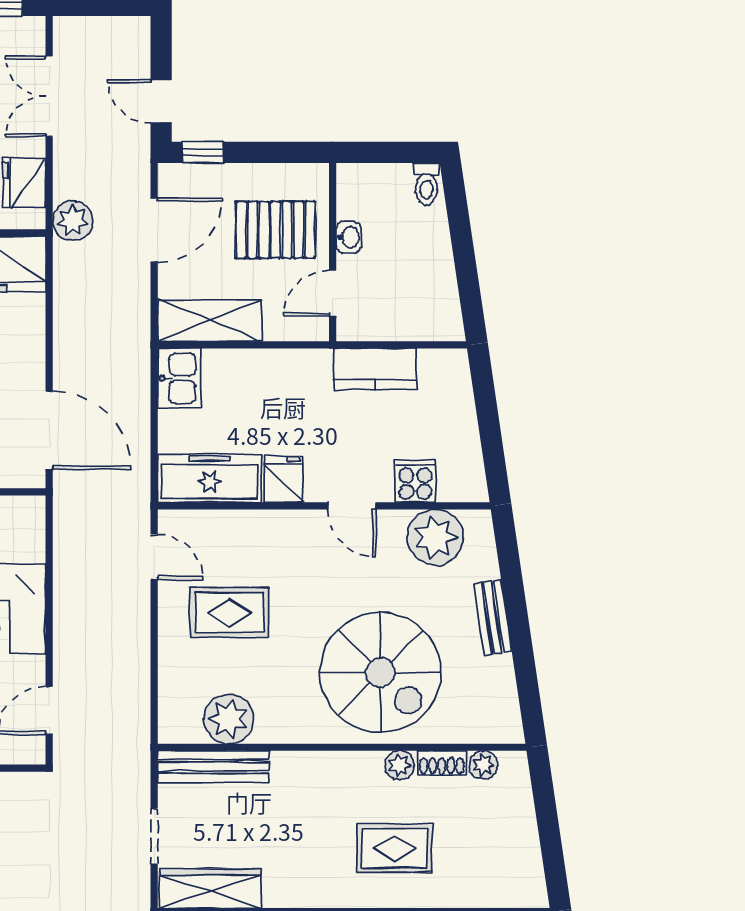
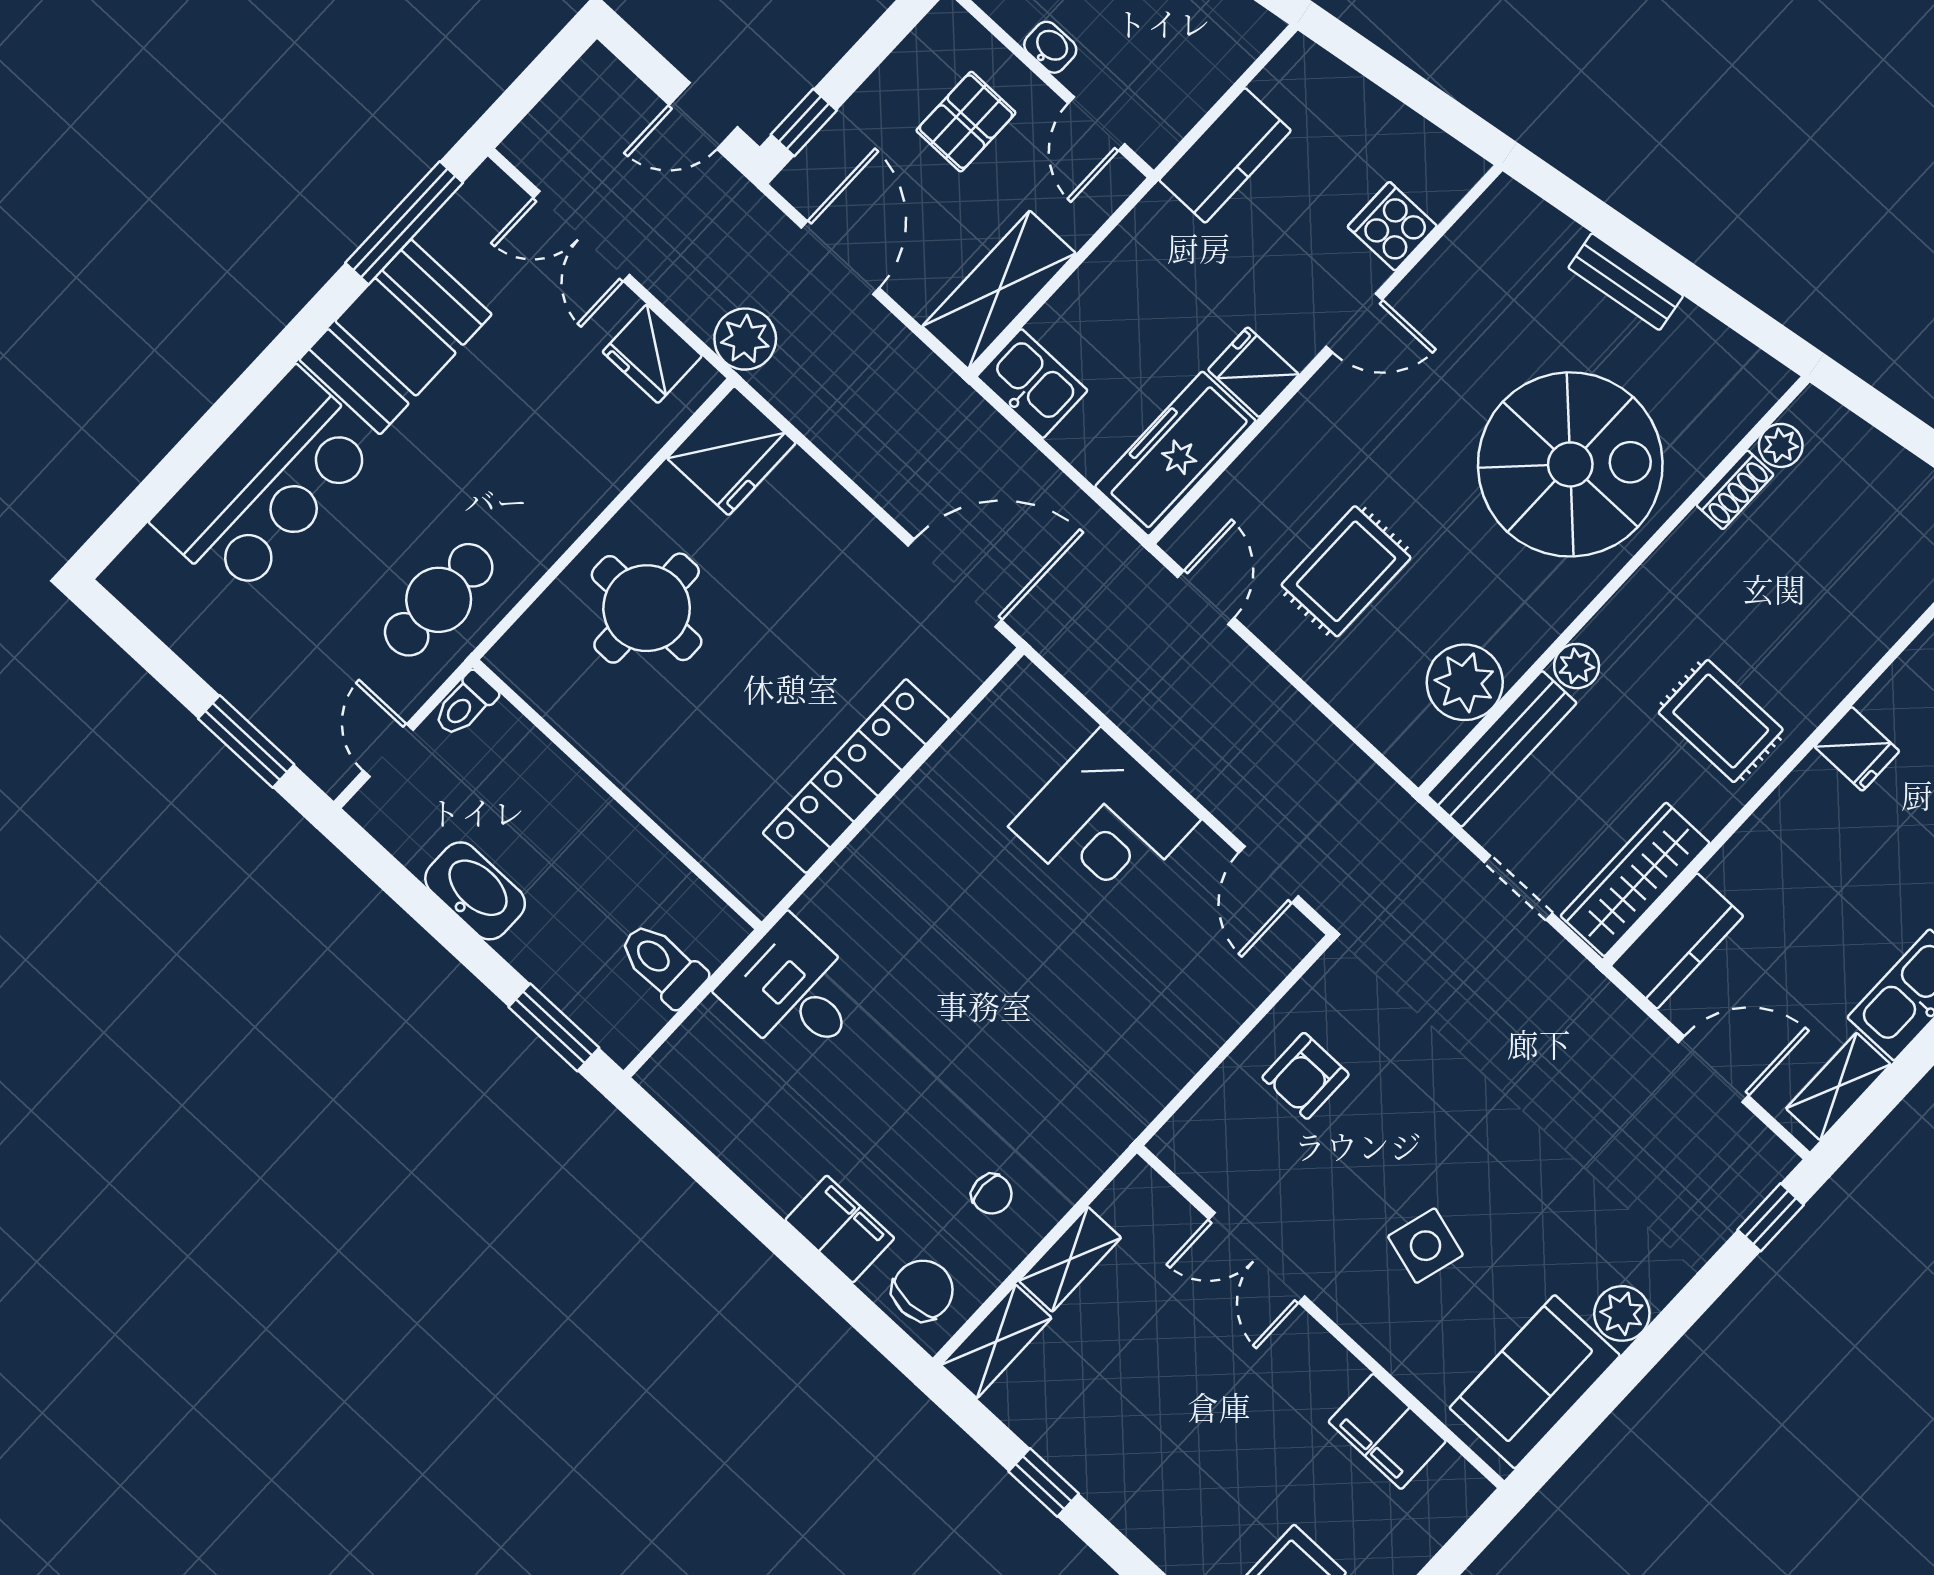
pallet: (276, 230) -> (966, 122), width x0.67, depth x0.71
plant: (435, 537) -> (1476, 263), removed
door: (154, 557) -> (1206, 598), hinge flipped
plant: (400, 765) -> (1577, 666), moved
rug: (395, 848) -> (1721, 721), moved, turned 90

